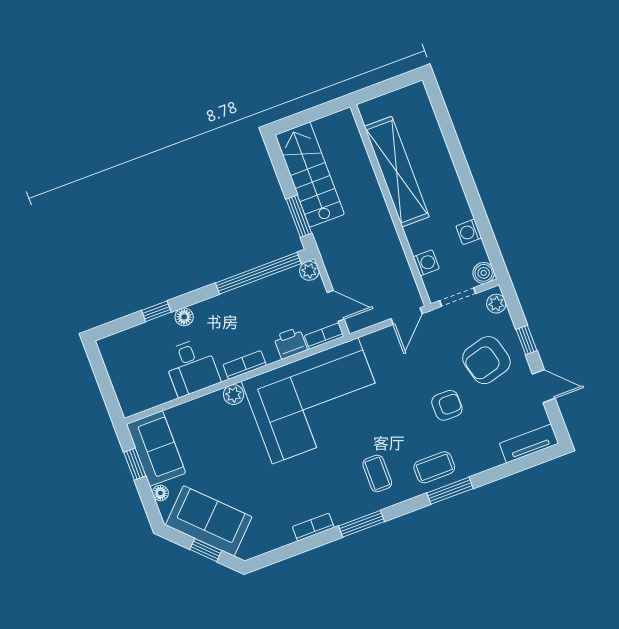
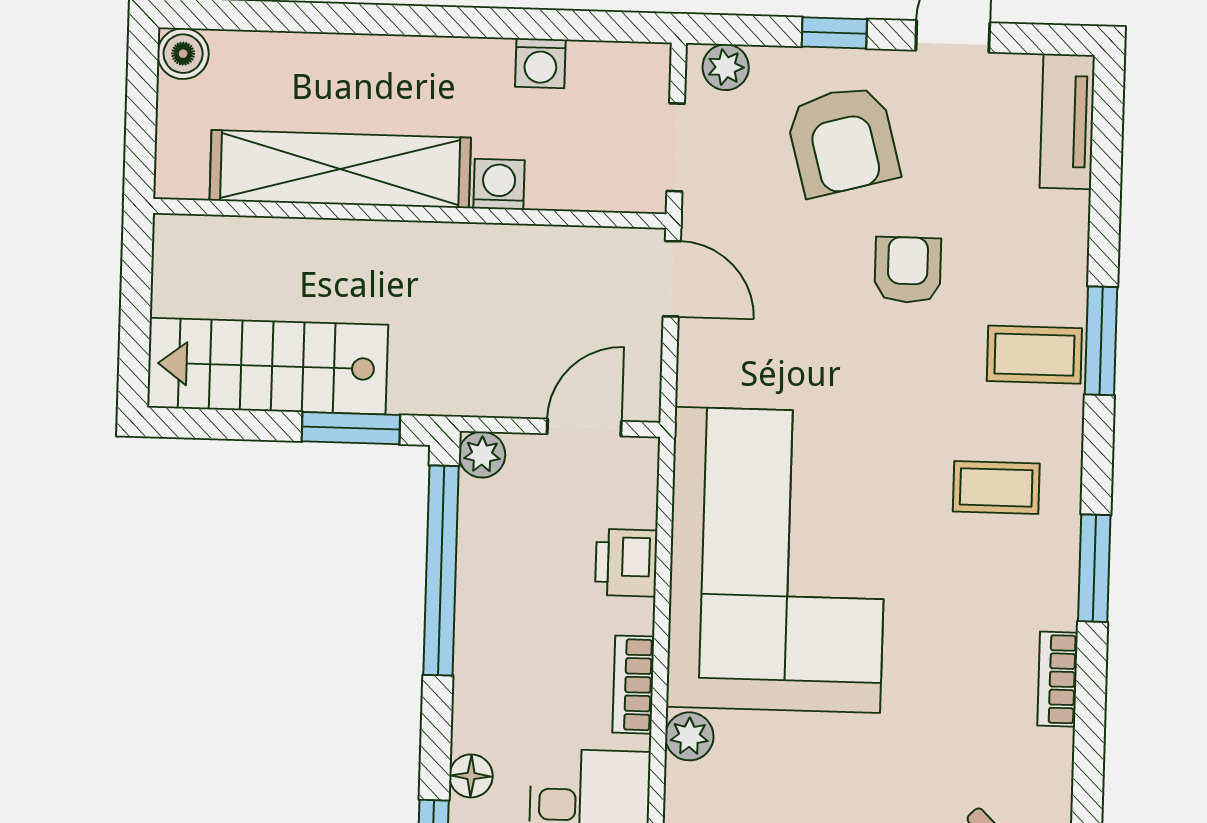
washing machine: (426, 263) -> (499, 184), moved
boiler: (484, 273) -> (183, 54), moved
bookcase: (324, 336) -> (641, 481), removed
coffee table: (434, 467) -> (1034, 355), turned 90

